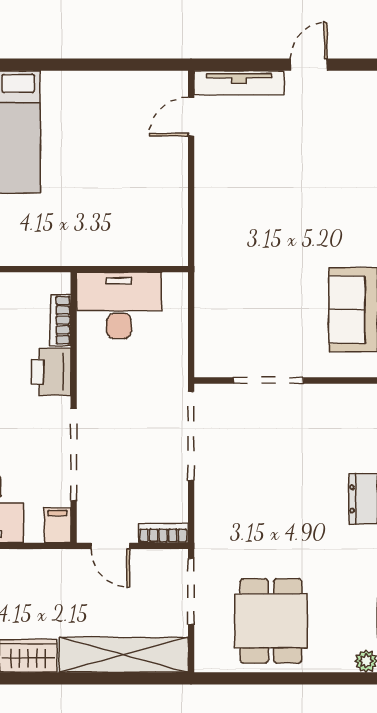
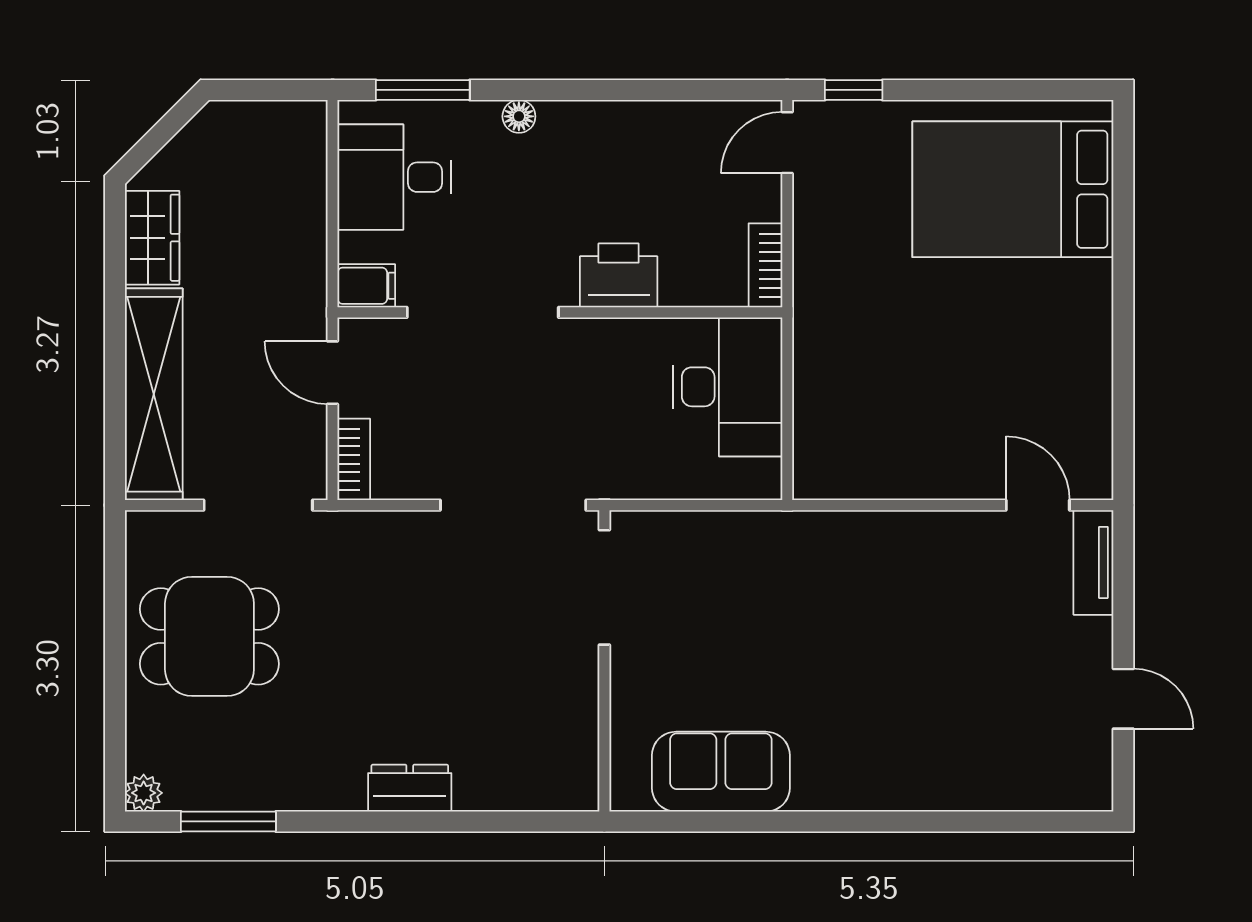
tv unit: (239, 83) -> (1093, 562), width x0.71
bookcase: (60, 320) -> (765, 265), moved, turned -90
doorway: (268, 380) -> (604, 587), moved
door: (110, 546) -> (333, 373), hinge flipped

